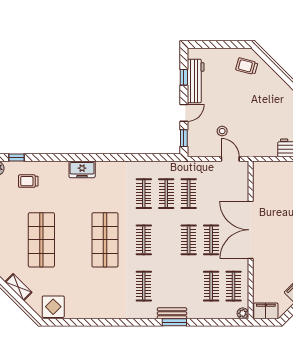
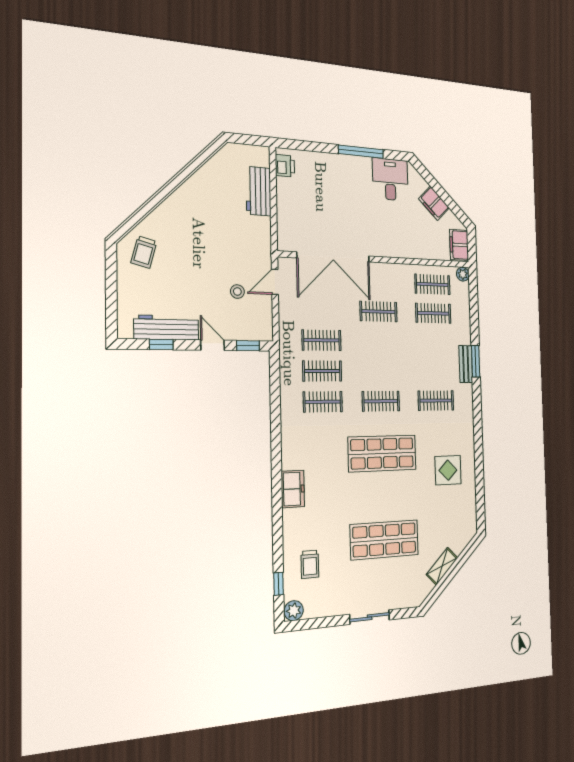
double door: (251, 230) -> (333, 257), moved
clothes rail: (189, 240) -> (379, 341), removed
display table: (53, 307) -> (448, 470), moved

